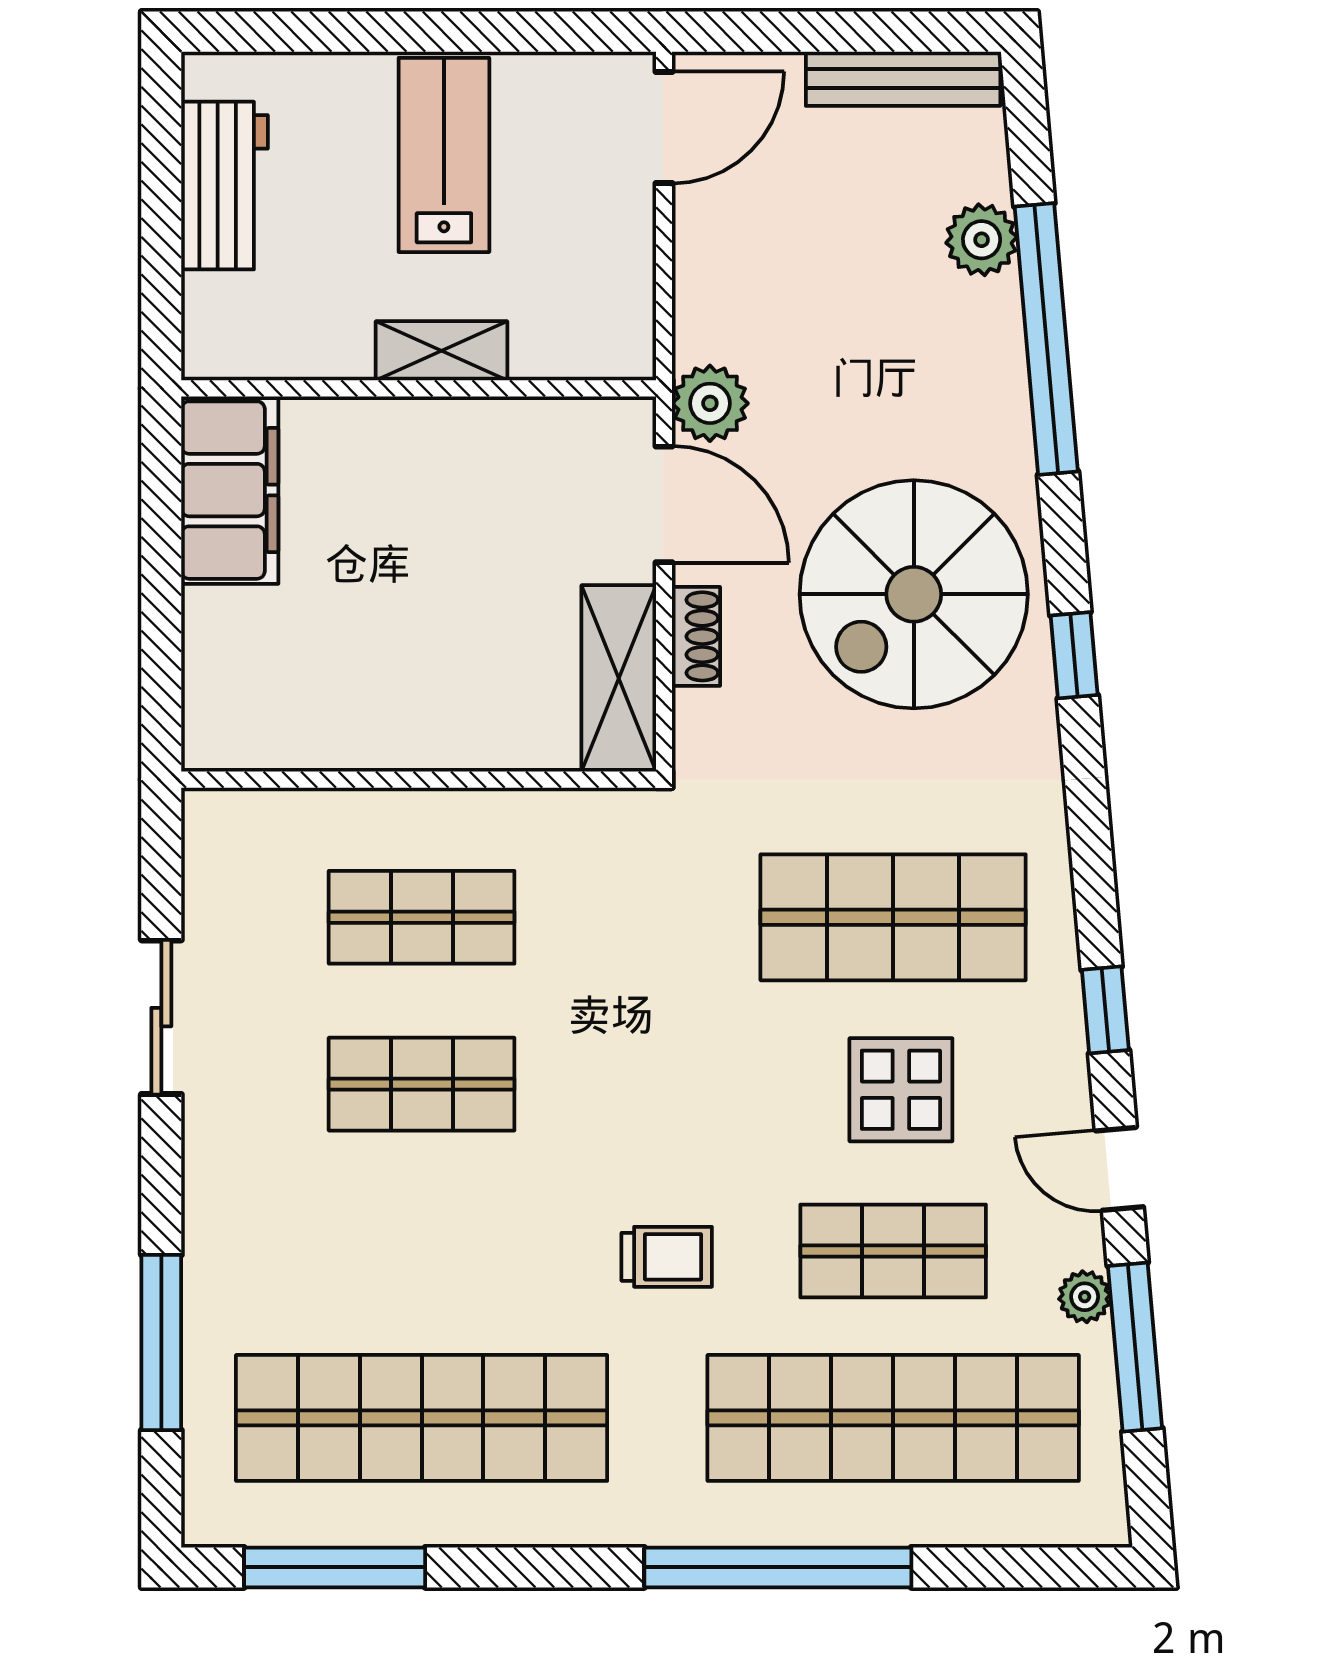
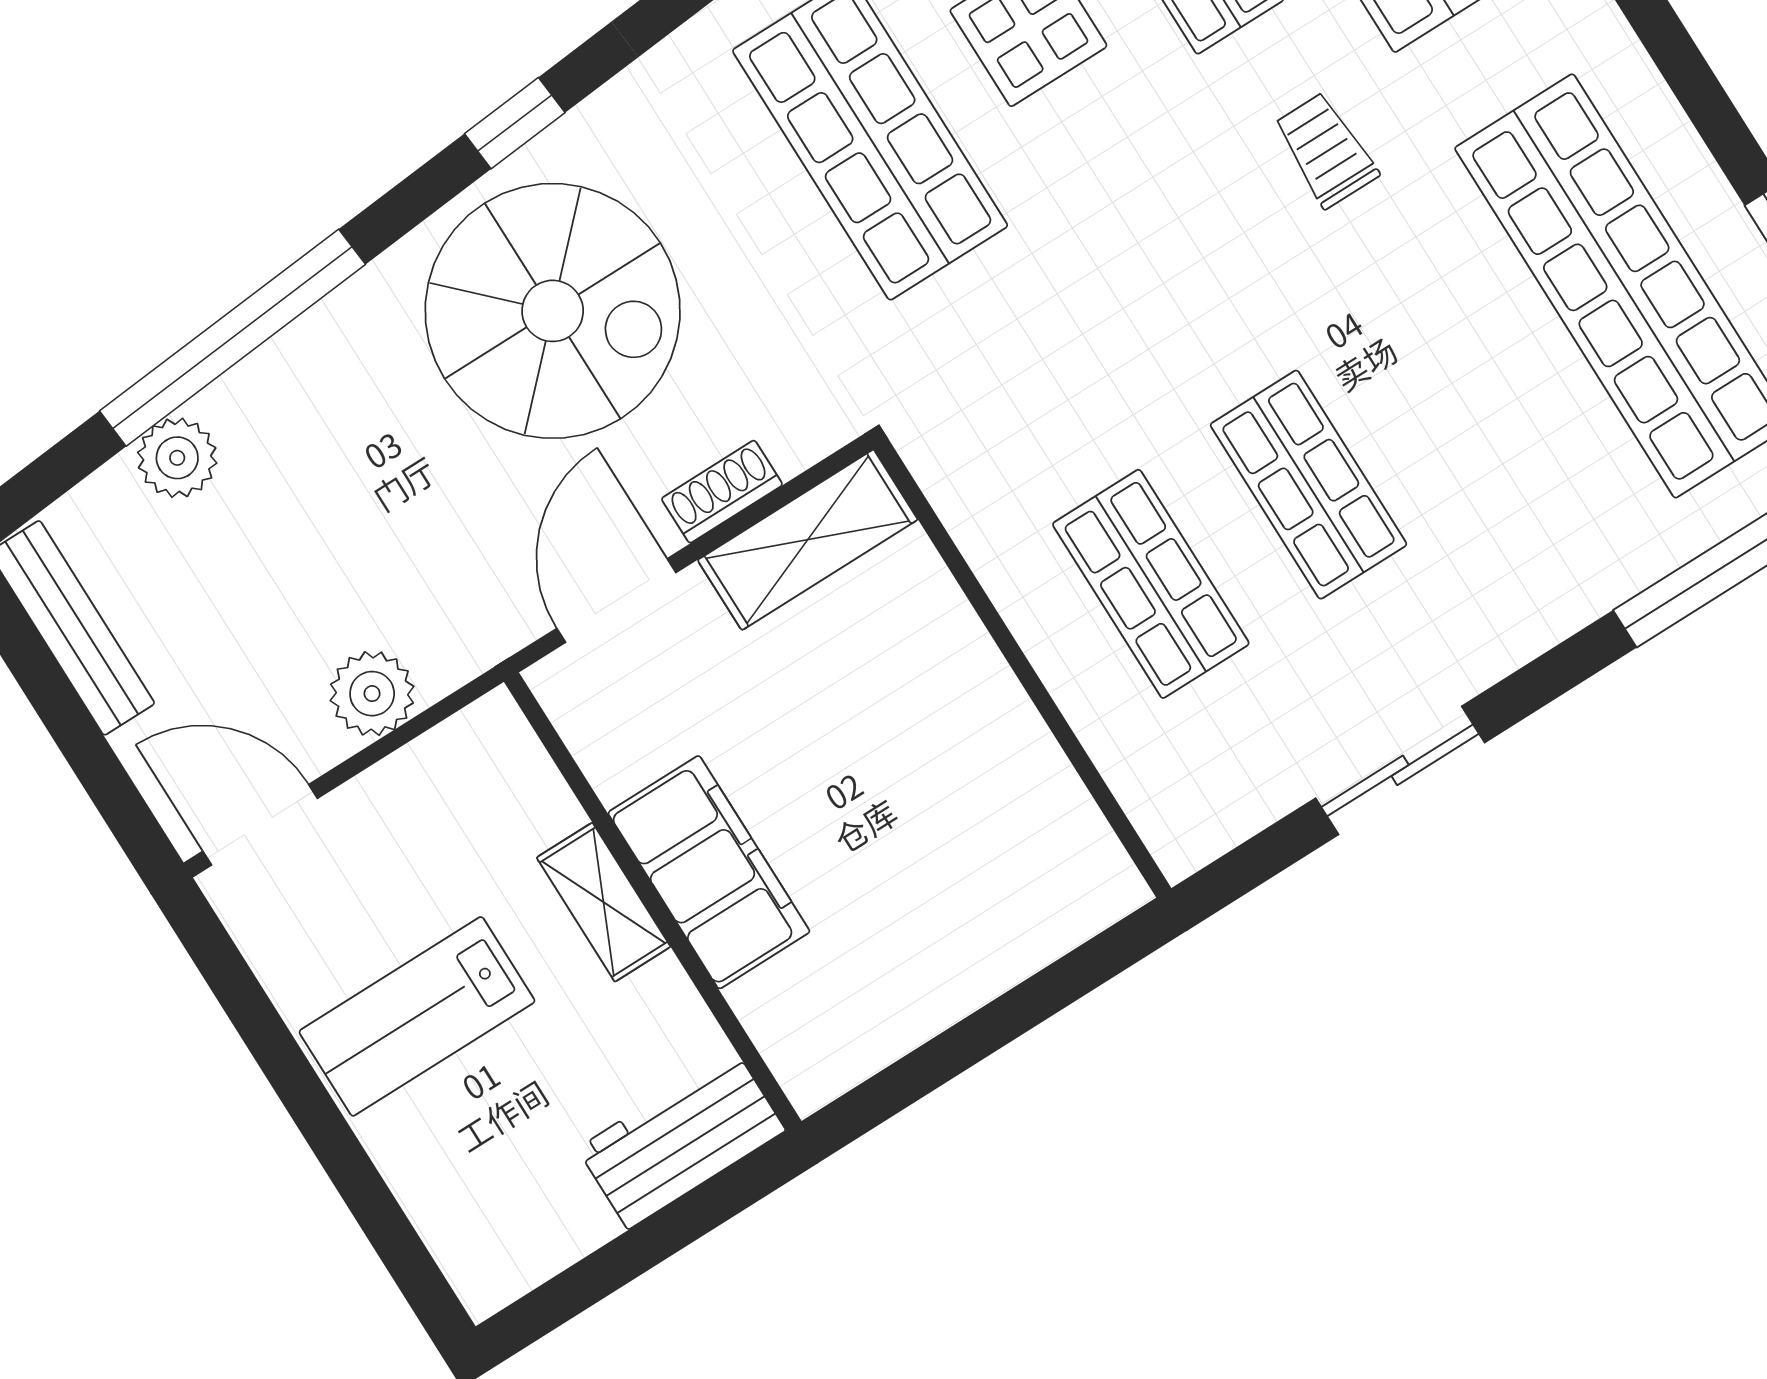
workbench: (225, 186) -> (681, 1139), moved
plant: (710, 403) -> (372, 694), moved
filing cabinet: (230, 490) -> (709, 872), moved, turned 90

